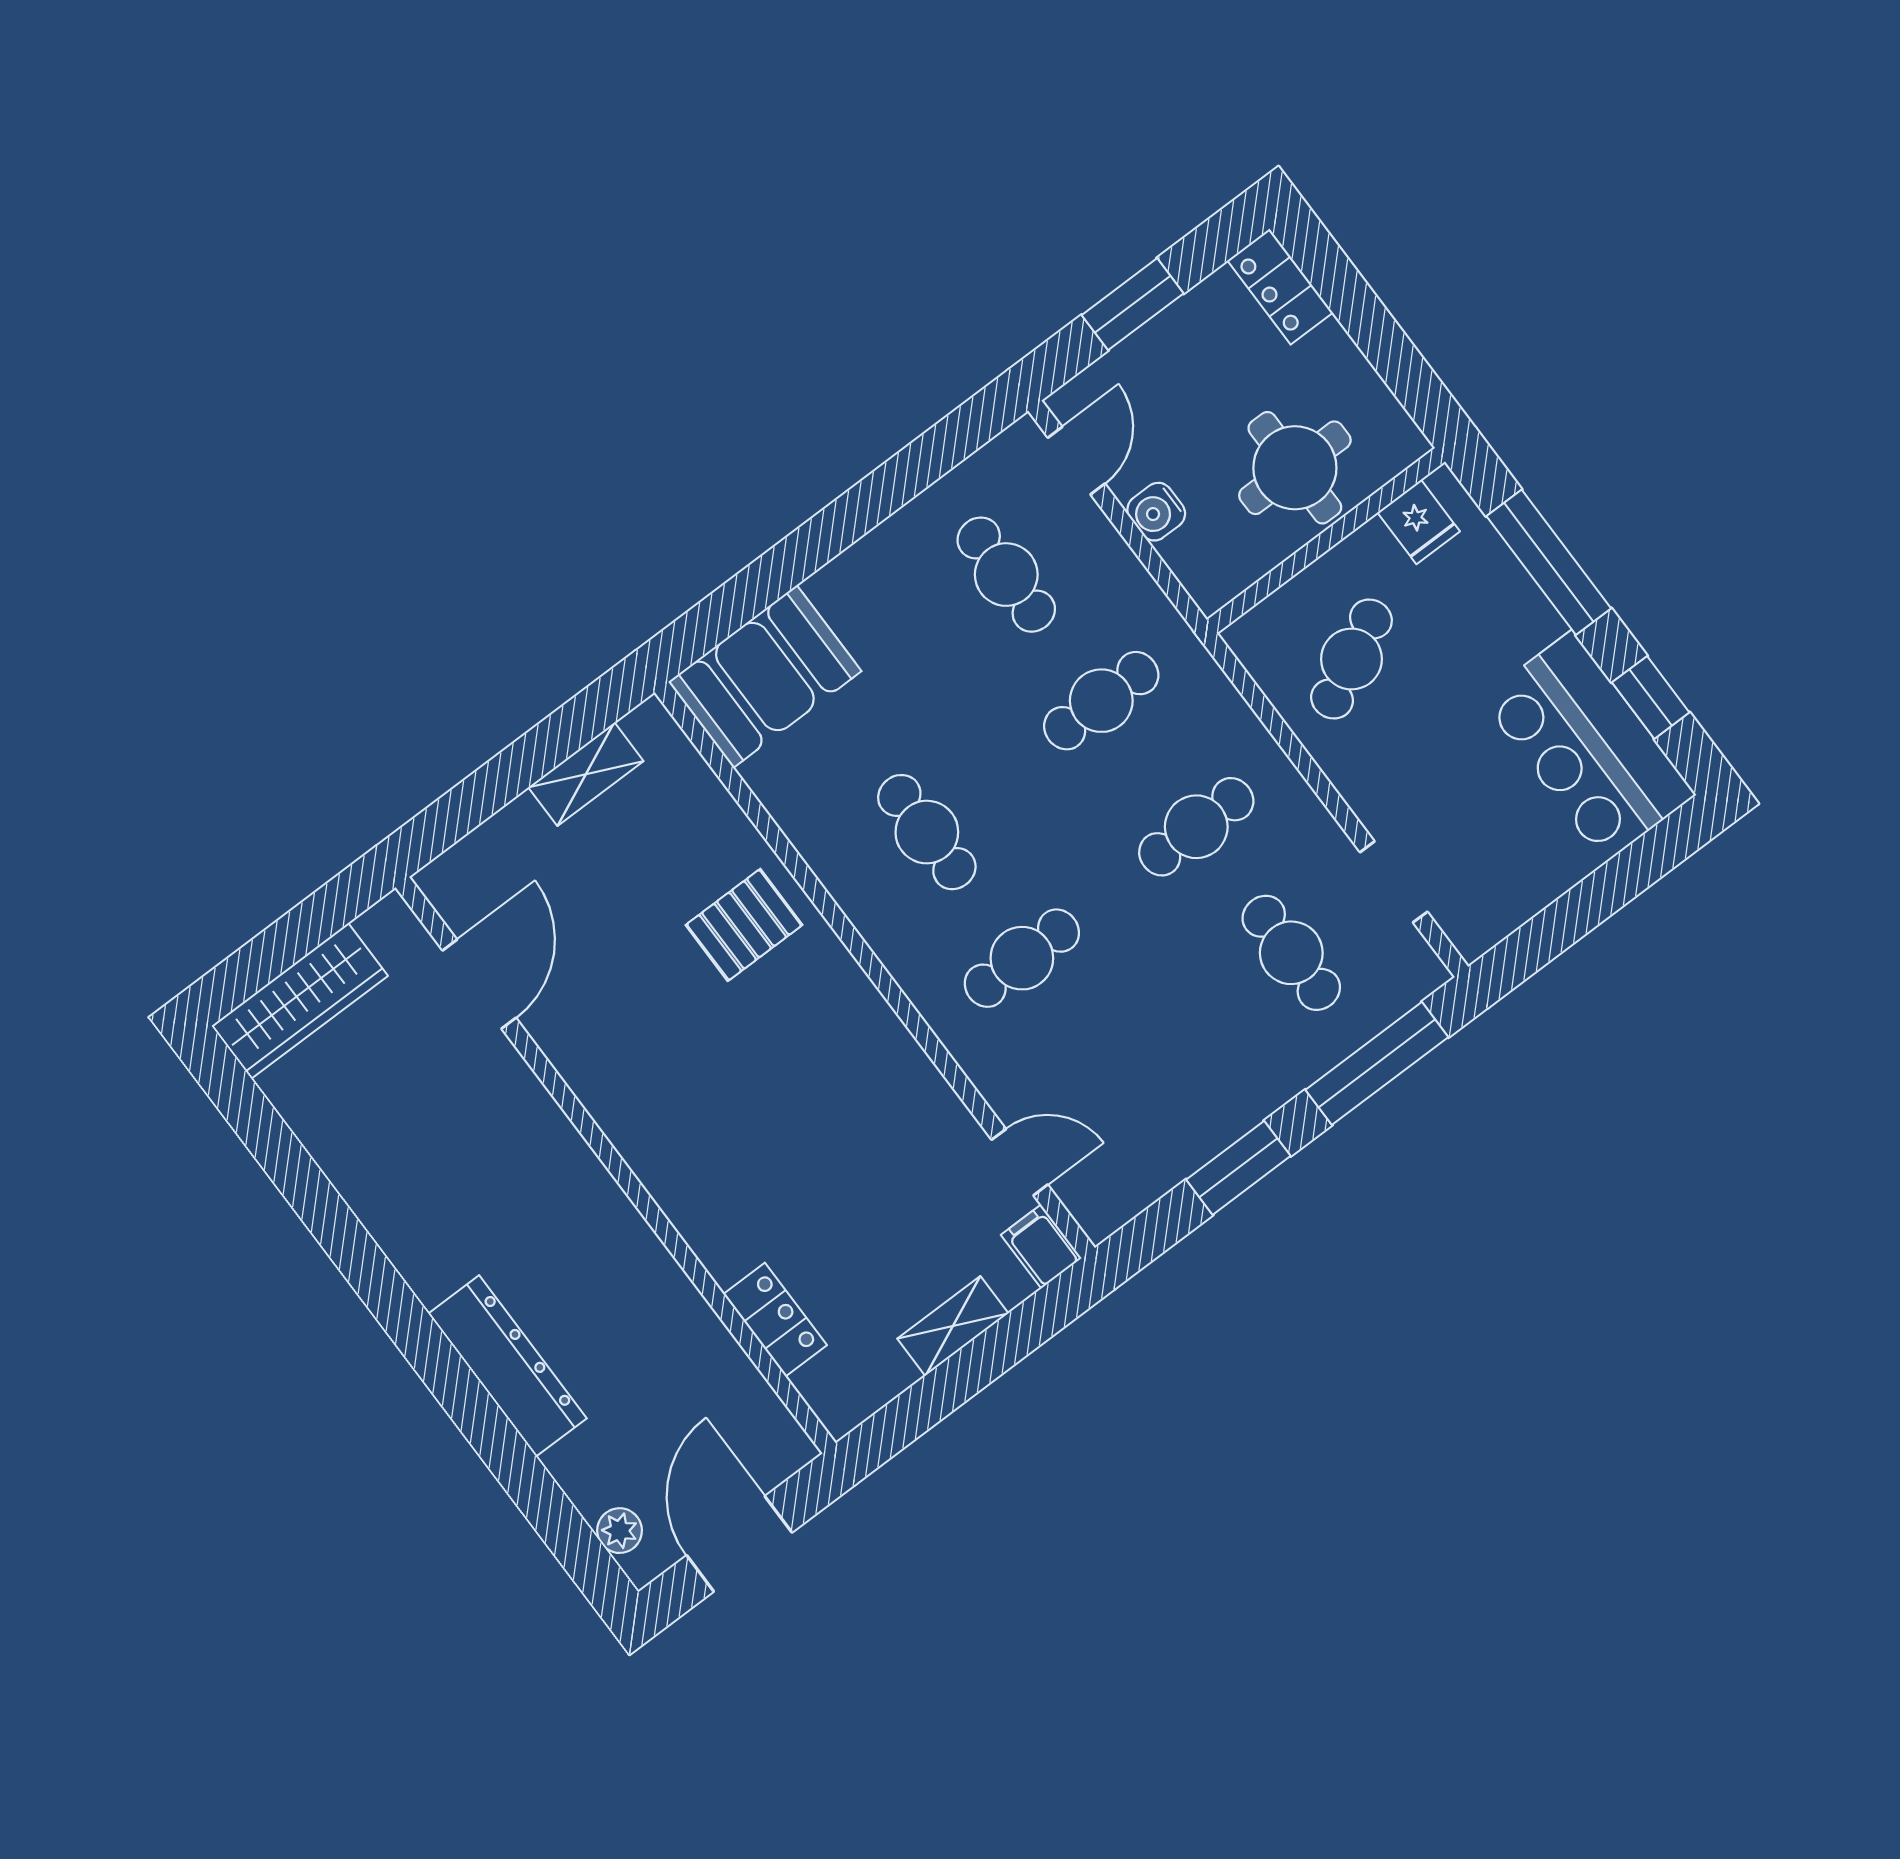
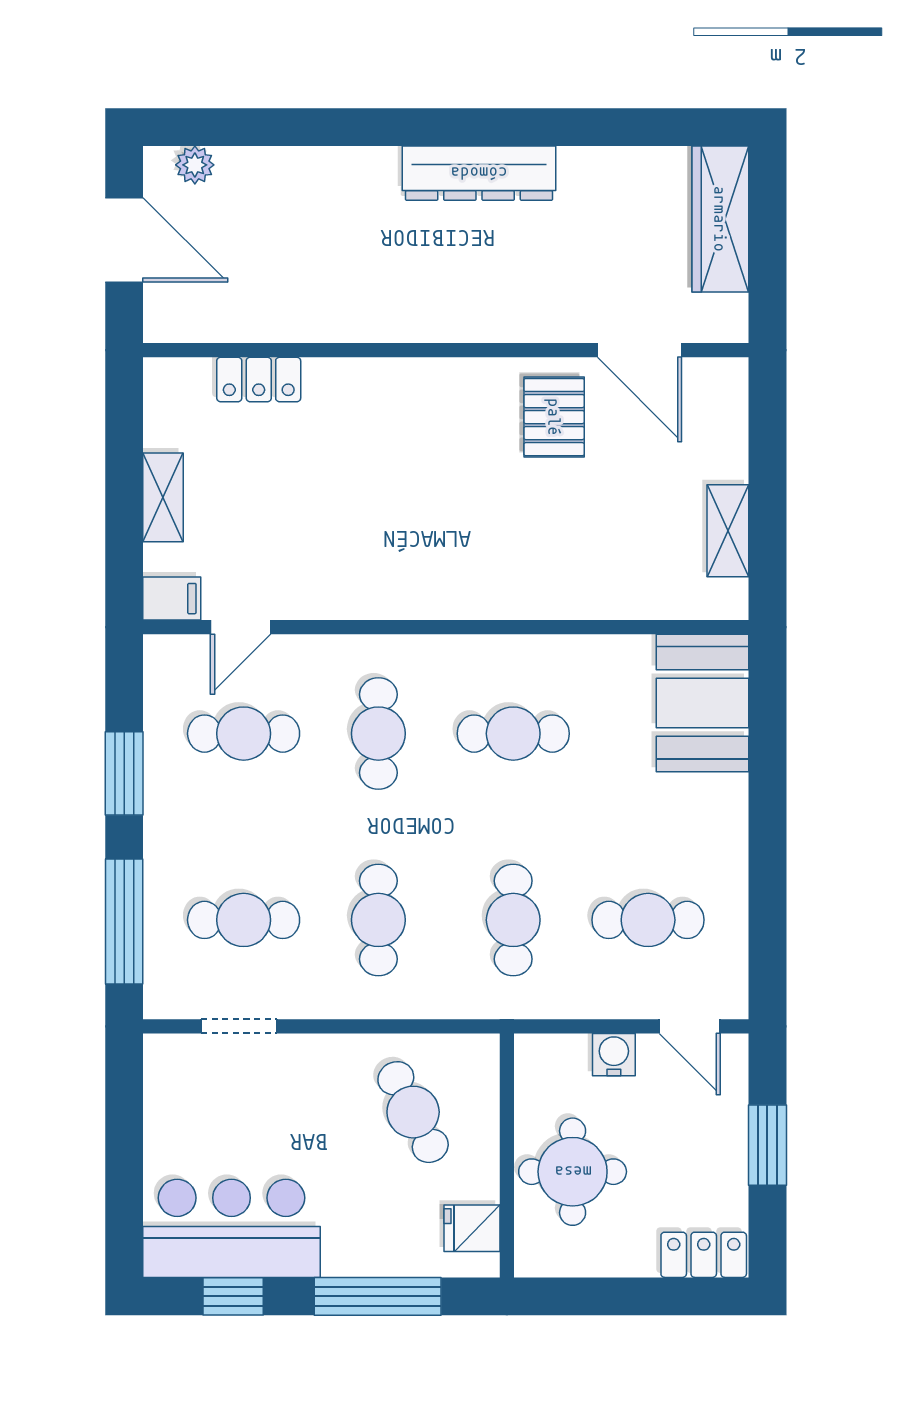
pallet: (744, 925) -> (554, 417), moved
cafe table: (1117, 1084) -> (244, 734), added
dresser: (507, 1366) -> (479, 173), moved

